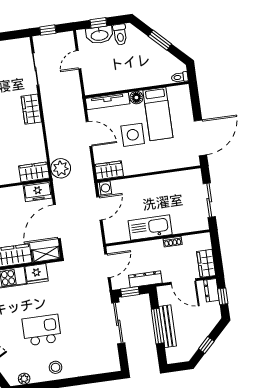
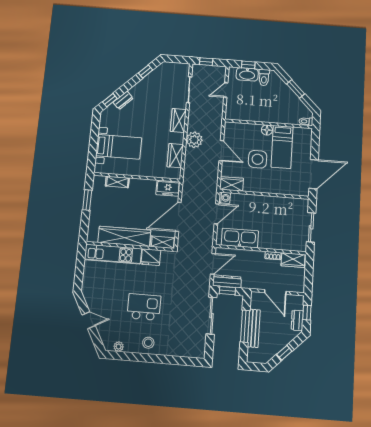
tv unit: (108, 101) -> (242, 128), removed
plant: (61, 168) -> (194, 140), moved
wardrobe: (34, 172) -> (175, 156), moved, turned -90
kitchen sink: (150, 228) -> (240, 238), moved
wardrobe: (206, 263) -> (293, 260), moved, turned -90
dresser: (145, 279) -> (227, 281), moved
dresser: (211, 290) -> (297, 320), moved

